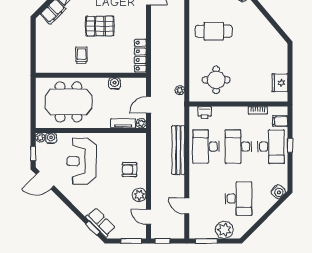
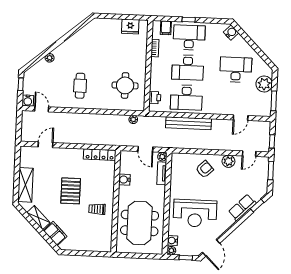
cafe table: (214, 31) -> (80, 86), width x0.73, depth x0.74
armchair: (129, 170) -> (205, 169), turned -133
row of seats: (100, 222) -> (242, 207), moved

